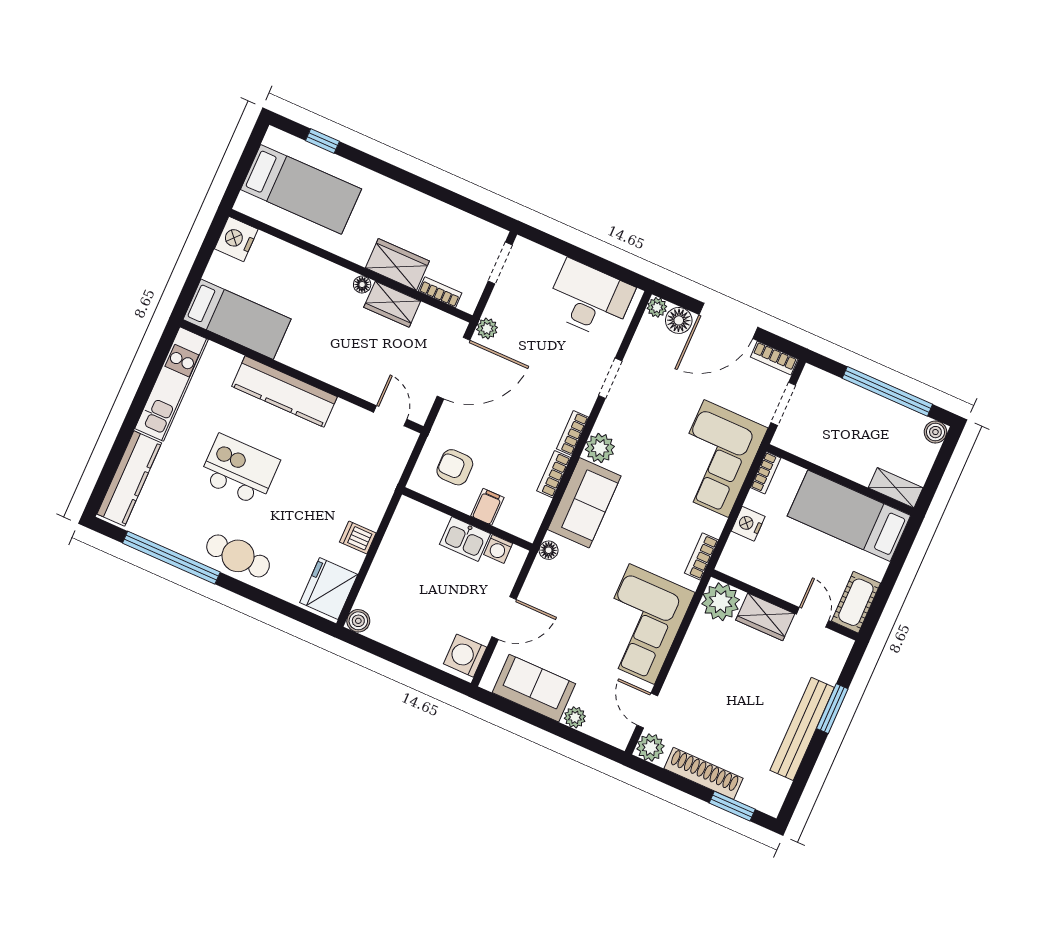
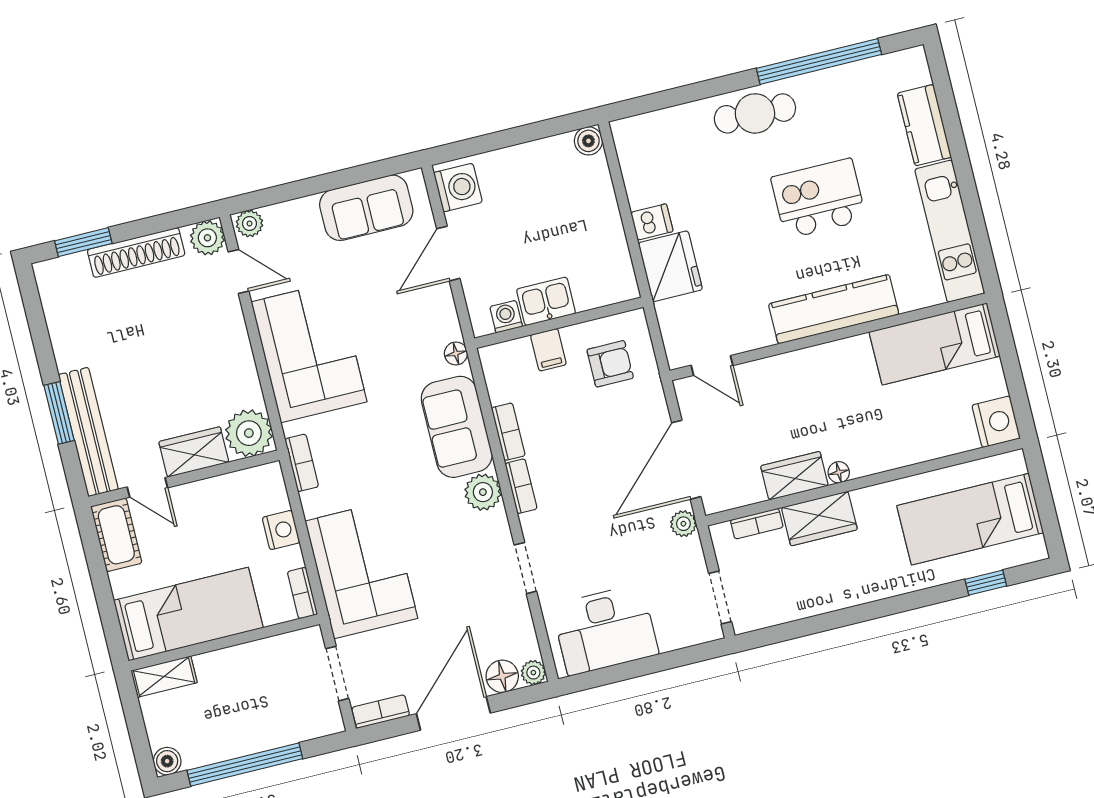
kitchen island: (239, 470) -> (819, 198), turned 180
kitchen counter: (129, 478) -> (924, 125), width x0.67
fridge: (329, 589) -> (670, 266), moved
plant: (575, 717) -> (249, 224), moved
bench: (802, 729) -> (88, 432), moved

